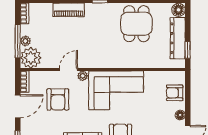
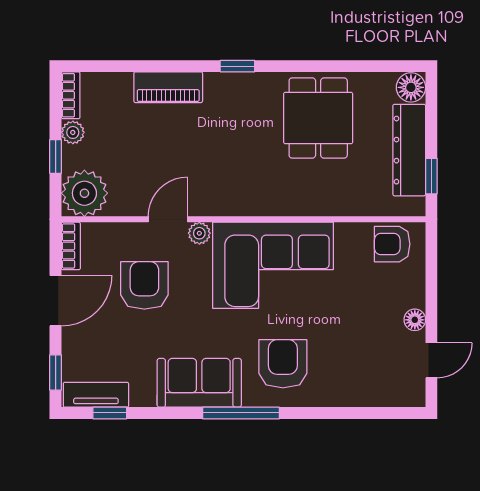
window: (18, 41) -> (56, 157), width x0.46
plant: (25, 41) -> (73, 132), moved
armchair: (175, 93) -> (392, 244), moved
armchair: (58, 99) -> (144, 285), turned 180

